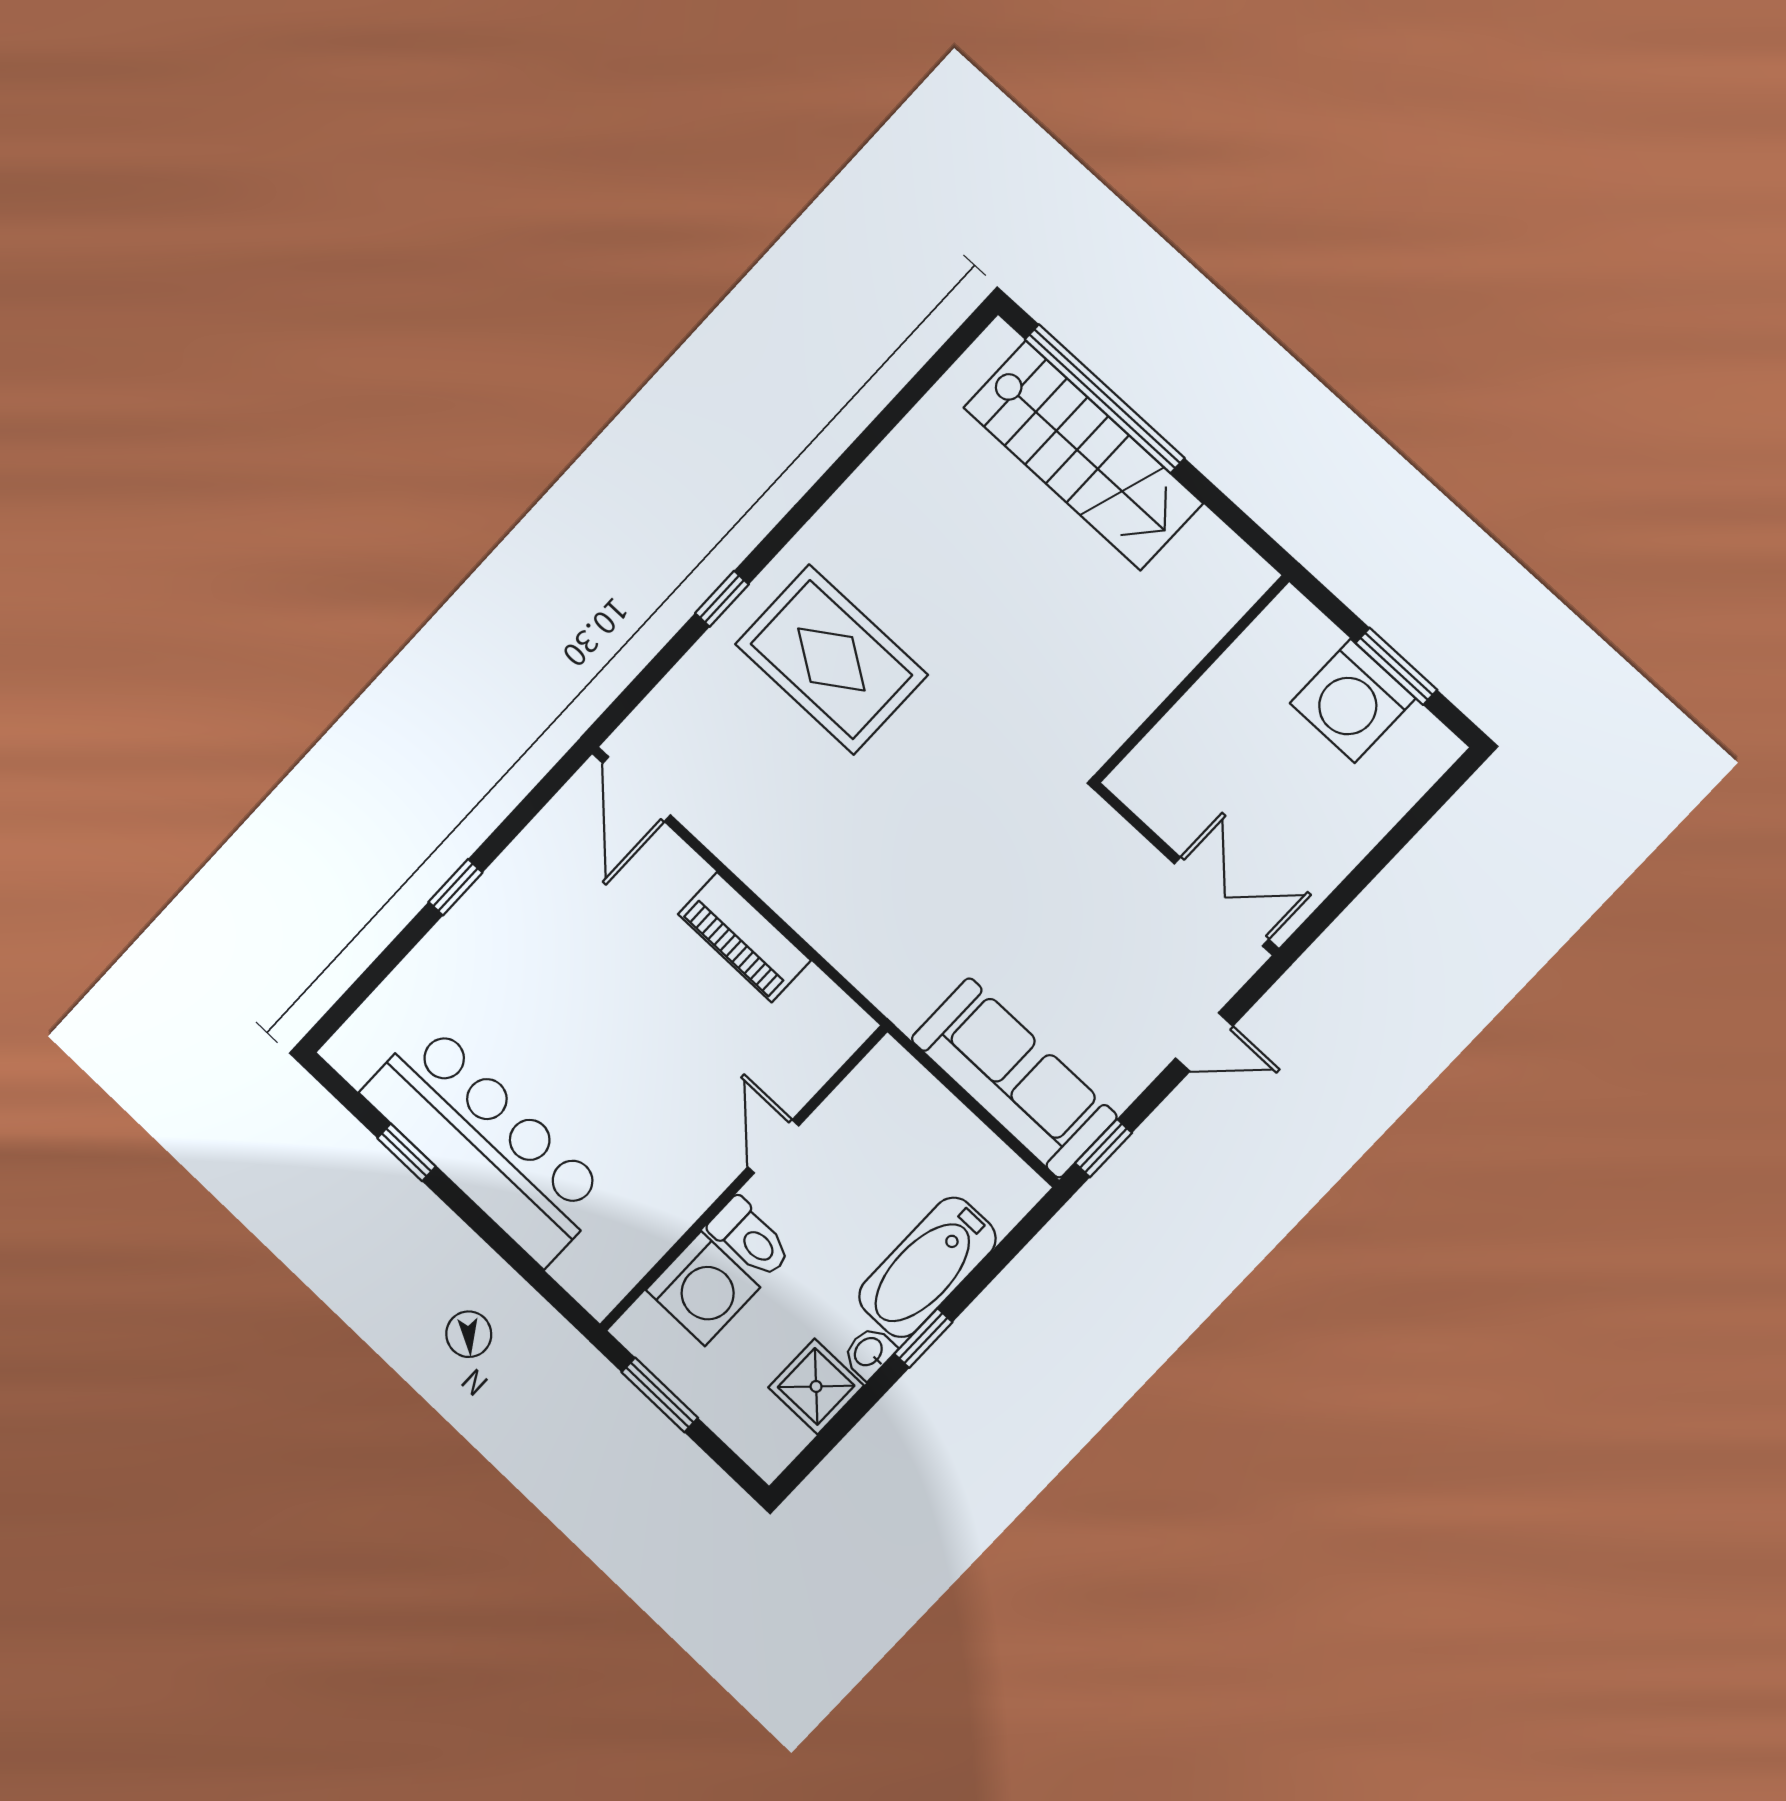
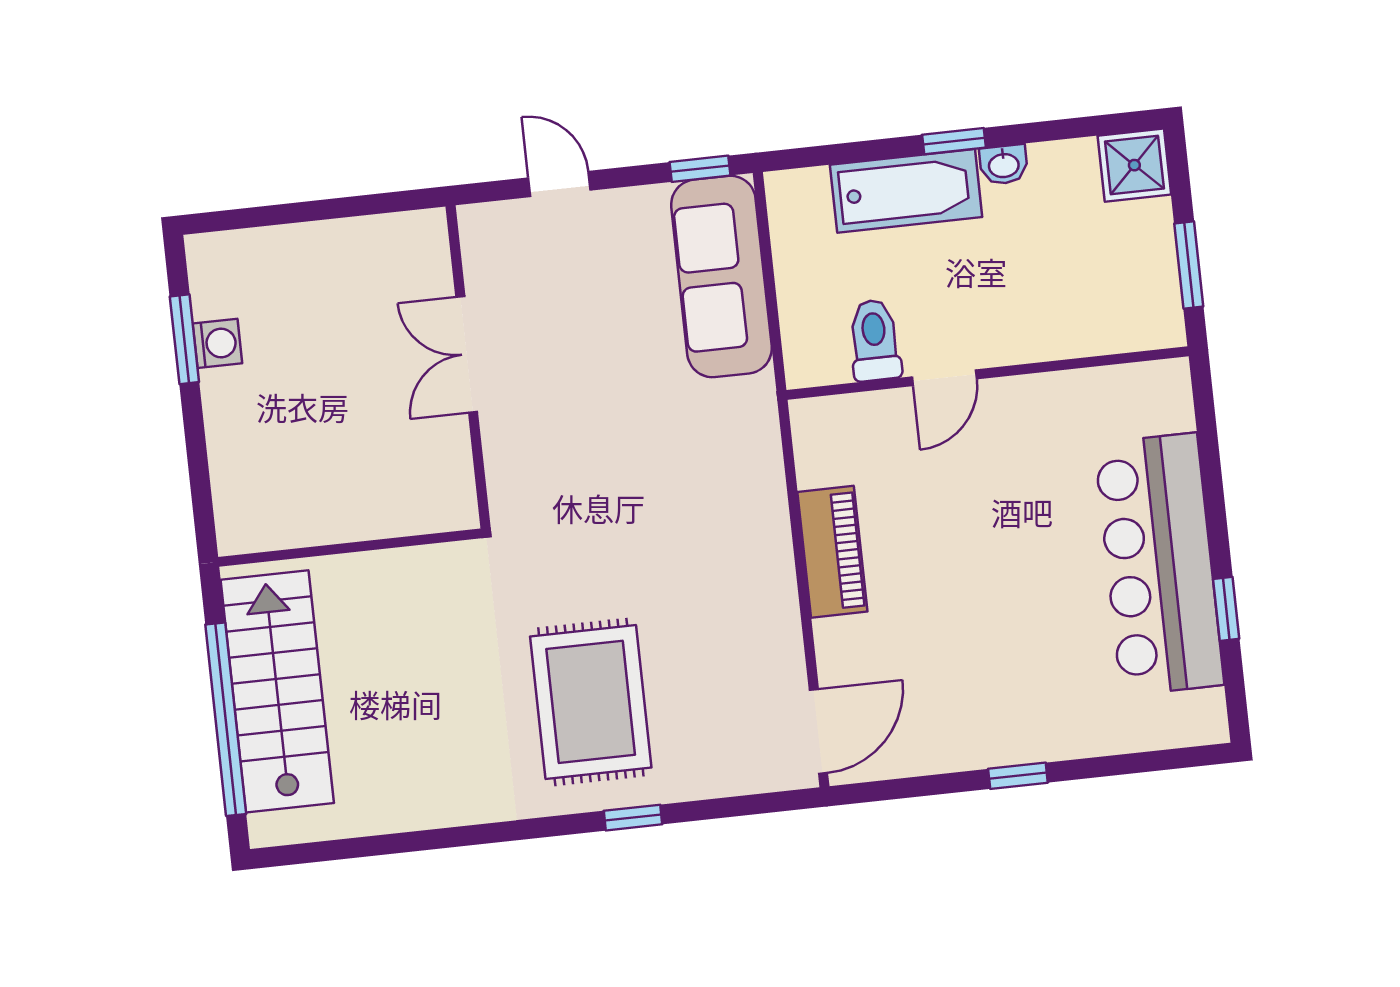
wall: (1191, 679) -> (350, 548), moved
washing machine: (1353, 701) -> (217, 343), width x0.53, depth x0.53
double door: (1221, 902) -> (467, 354), moved
toilet: (750, 1238) -> (875, 340), moved
washing machine: (703, 1289) -> (1088, 317), removed
shower: (816, 1386) -> (1134, 165), moved

